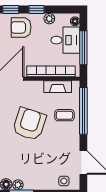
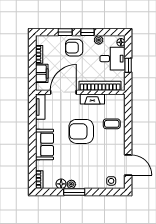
window: (83, 48) -> (128, 65), width x0.46
fireplace: (58, 87) -> (92, 99), moved
window: (83, 111) -> (128, 120), removed
armchair: (29, 124) -> (81, 131), turned -108

